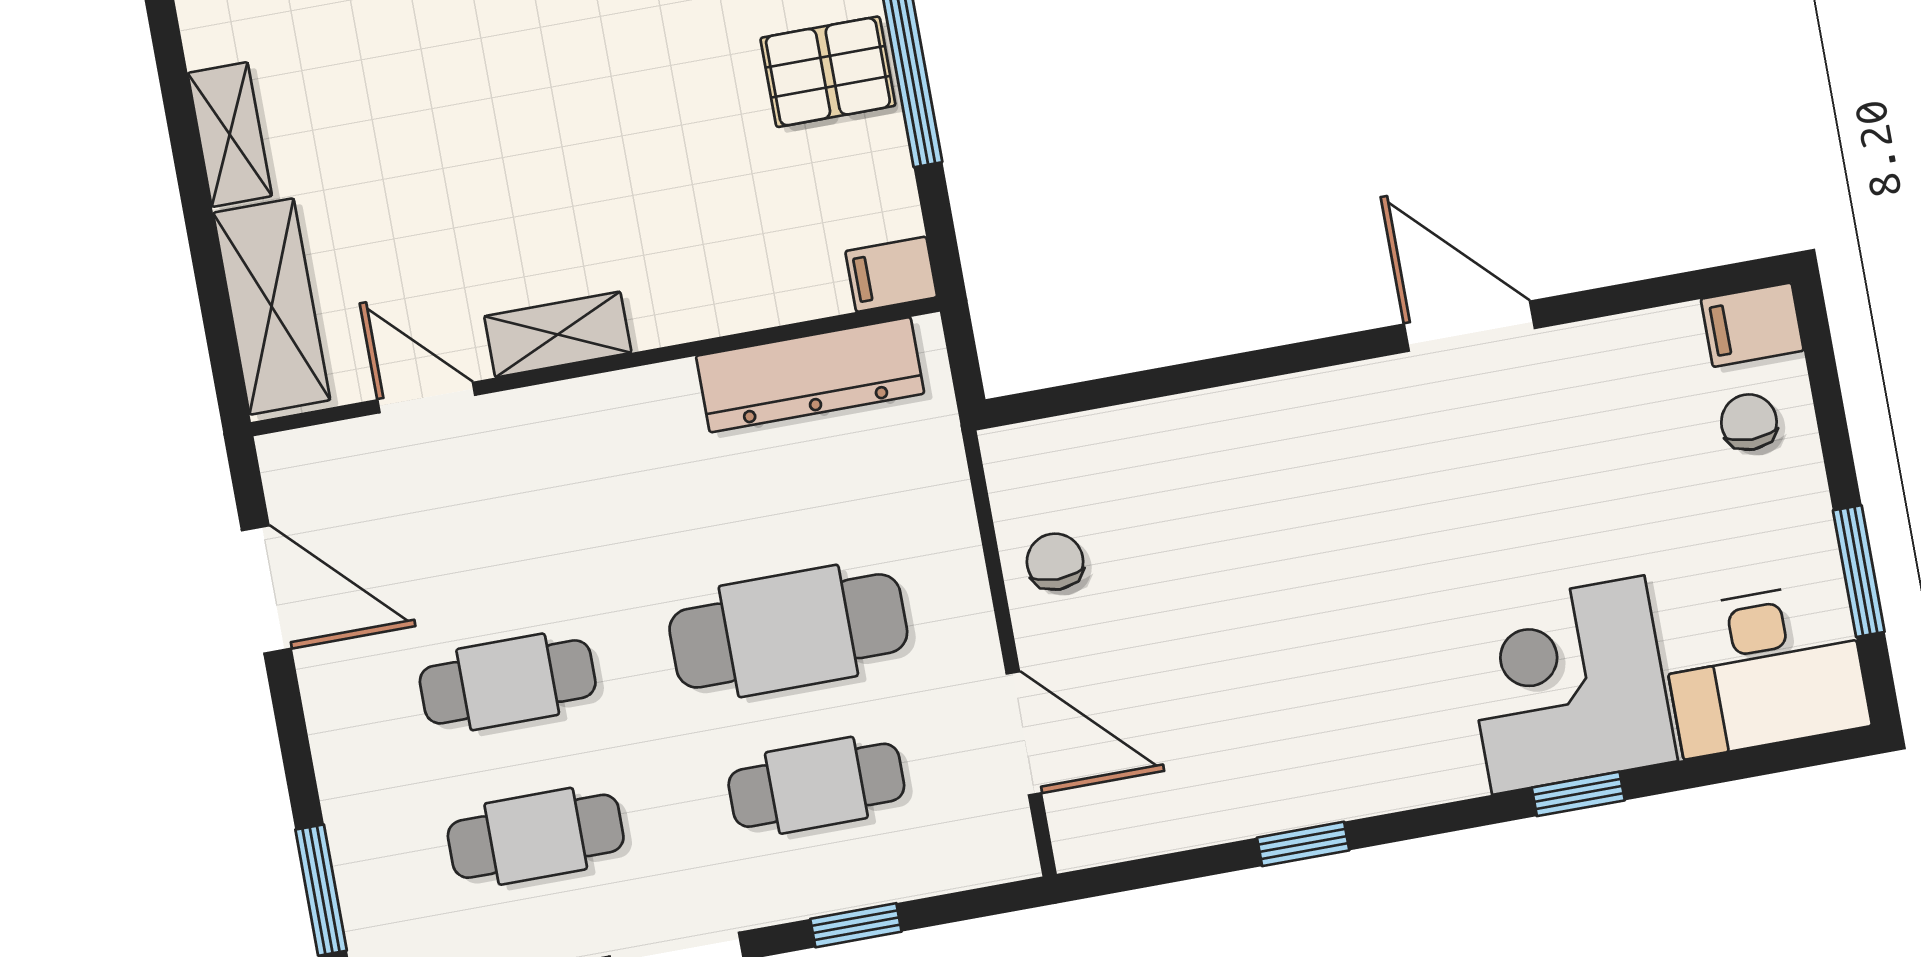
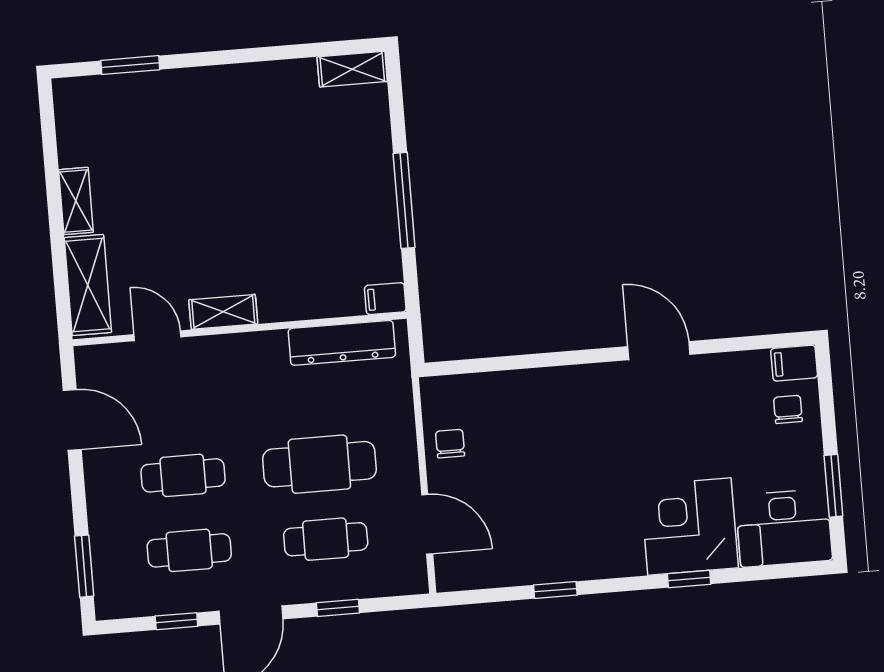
pallet: (828, 72) -> (365, 199), removed

